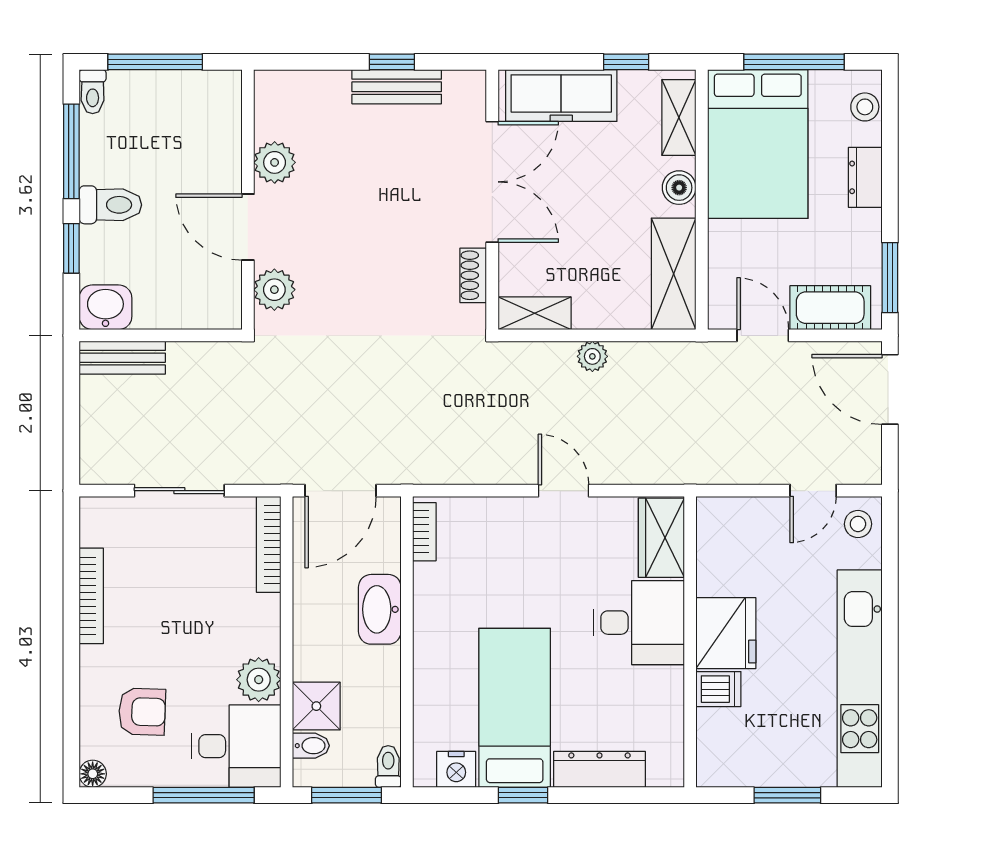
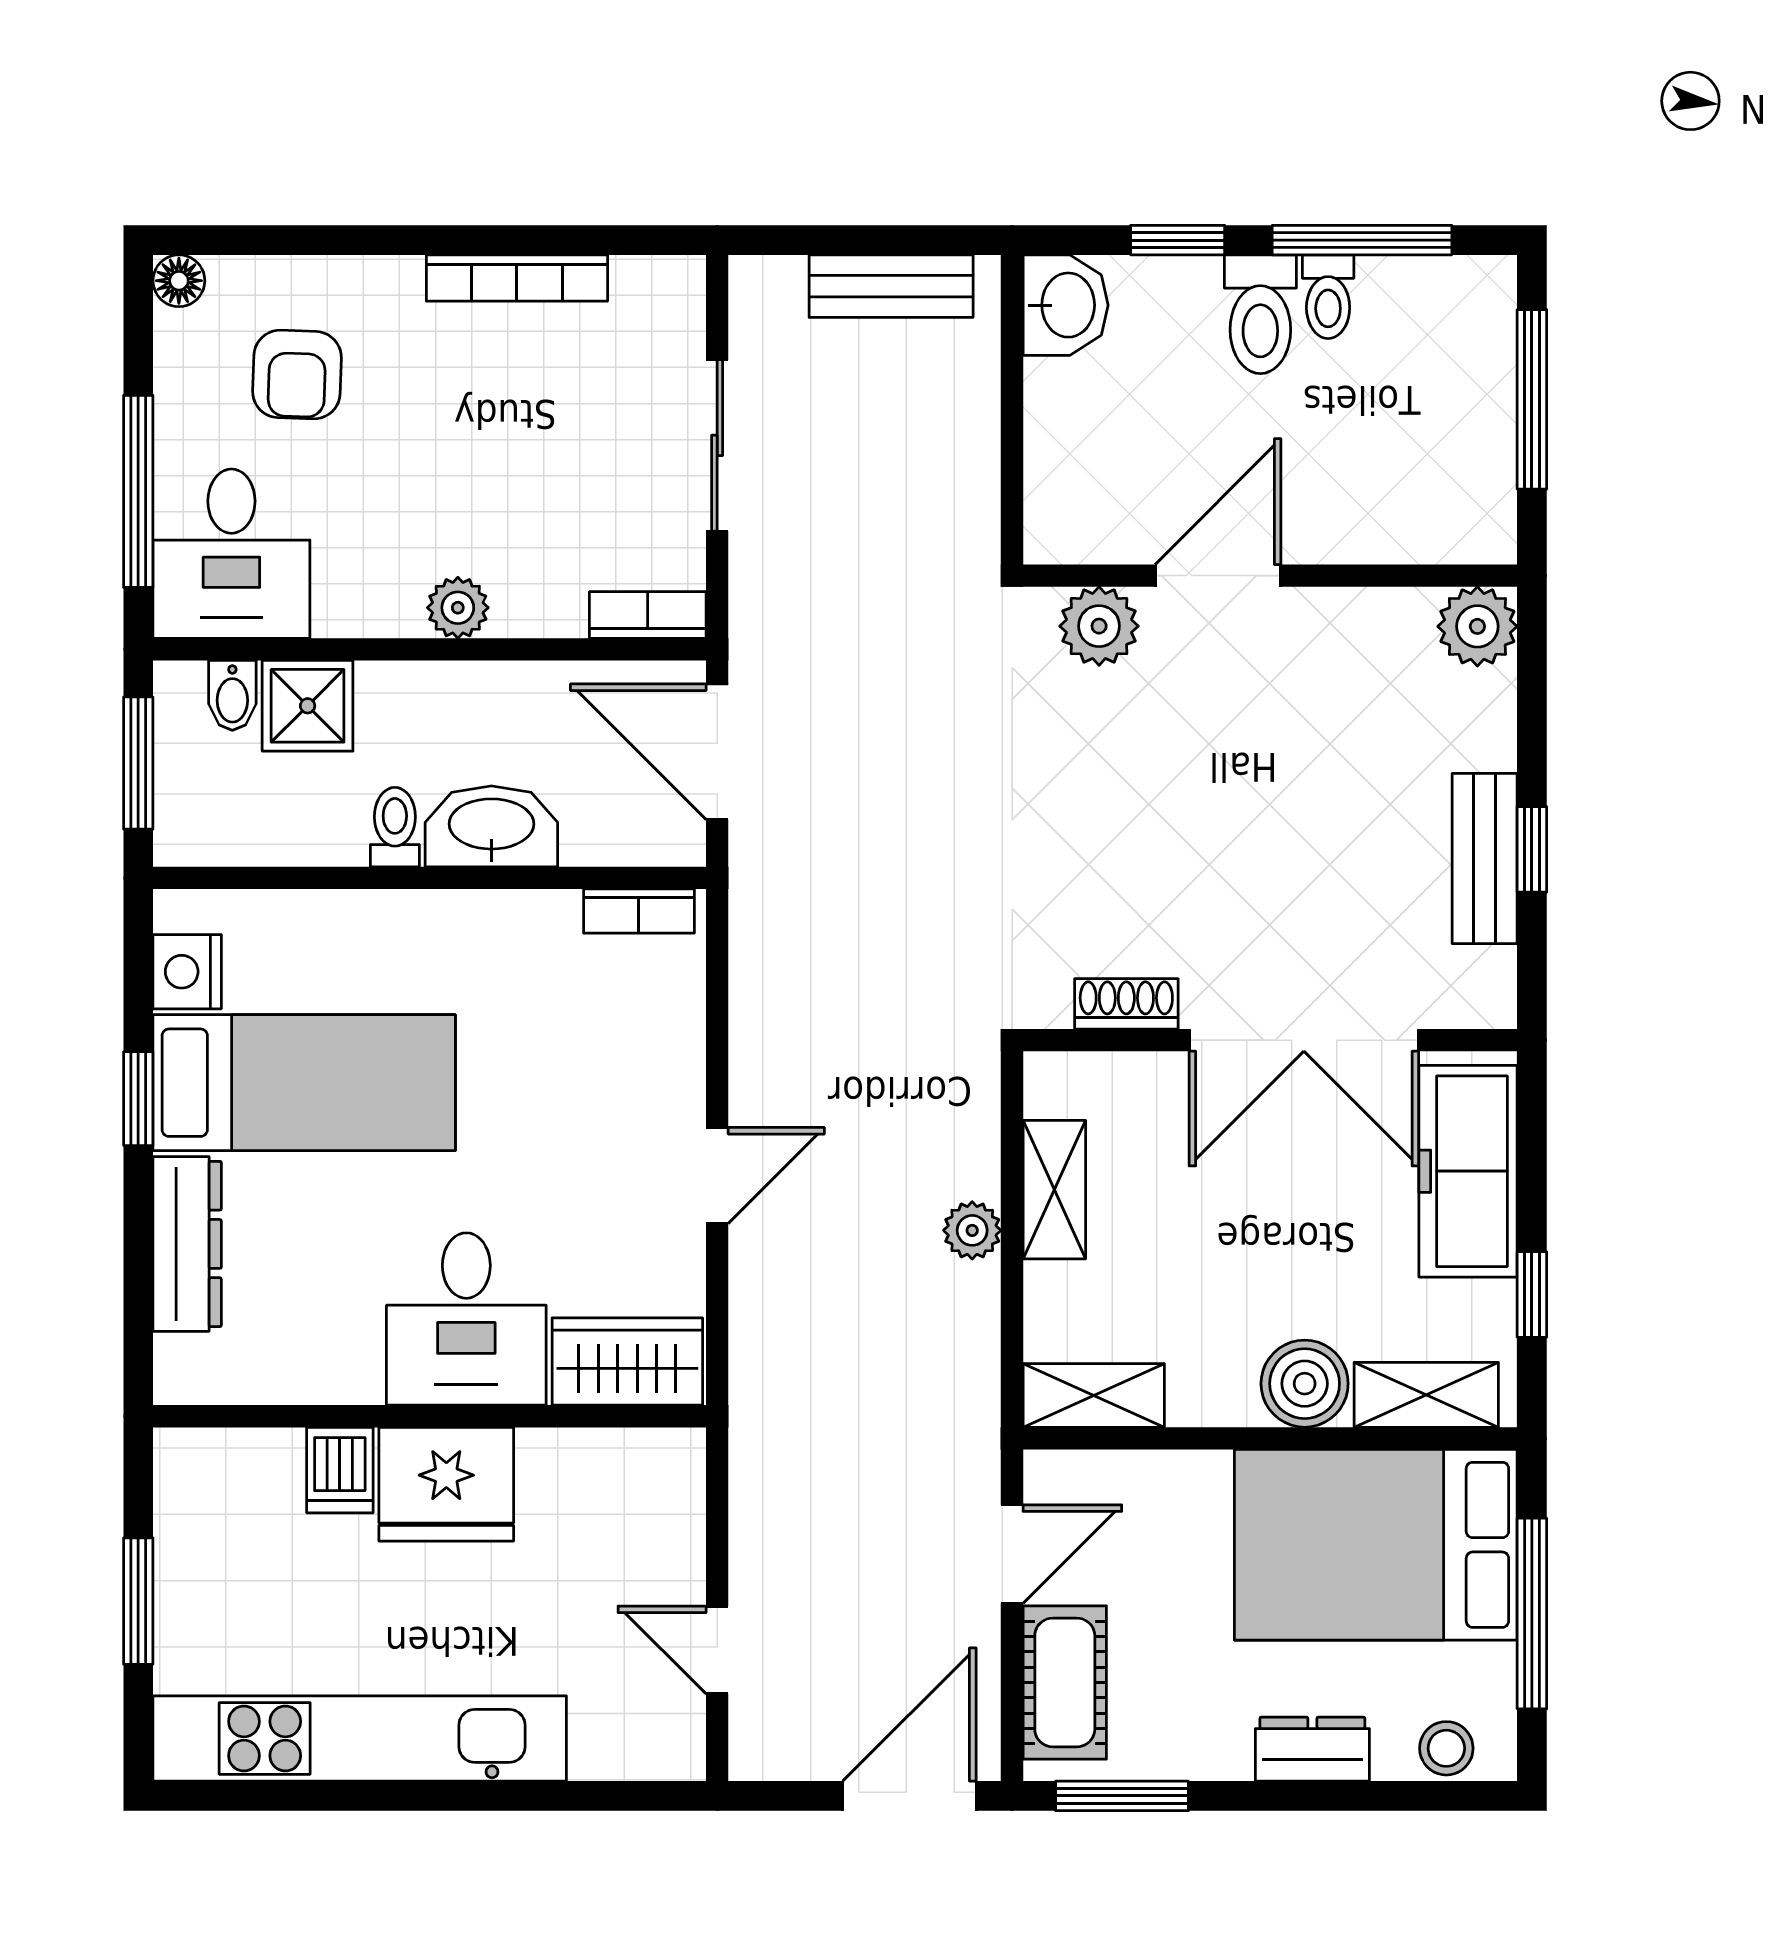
toilet: (93, 92) -> (1328, 297), moved, turned -90
plant: (275, 162) -> (1477, 626), moved
boiler: (679, 188) -> (1305, 1384), width x1.36, depth x1.36
shelving: (674, 274) -> (1094, 1395), width x0.67, depth x0.75
shelving: (535, 313) -> (1054, 1190), moved
bench: (122, 358) -> (891, 286), moved, turned 90
stool: (858, 524) -> (654, 1735), removed
bookcase: (269, 544) -> (648, 615), width x0.64
plant: (259, 680) -> (458, 608), moved, width x0.73, depth x0.73
toilet: (388, 766) -> (395, 827), moved, turned -90

